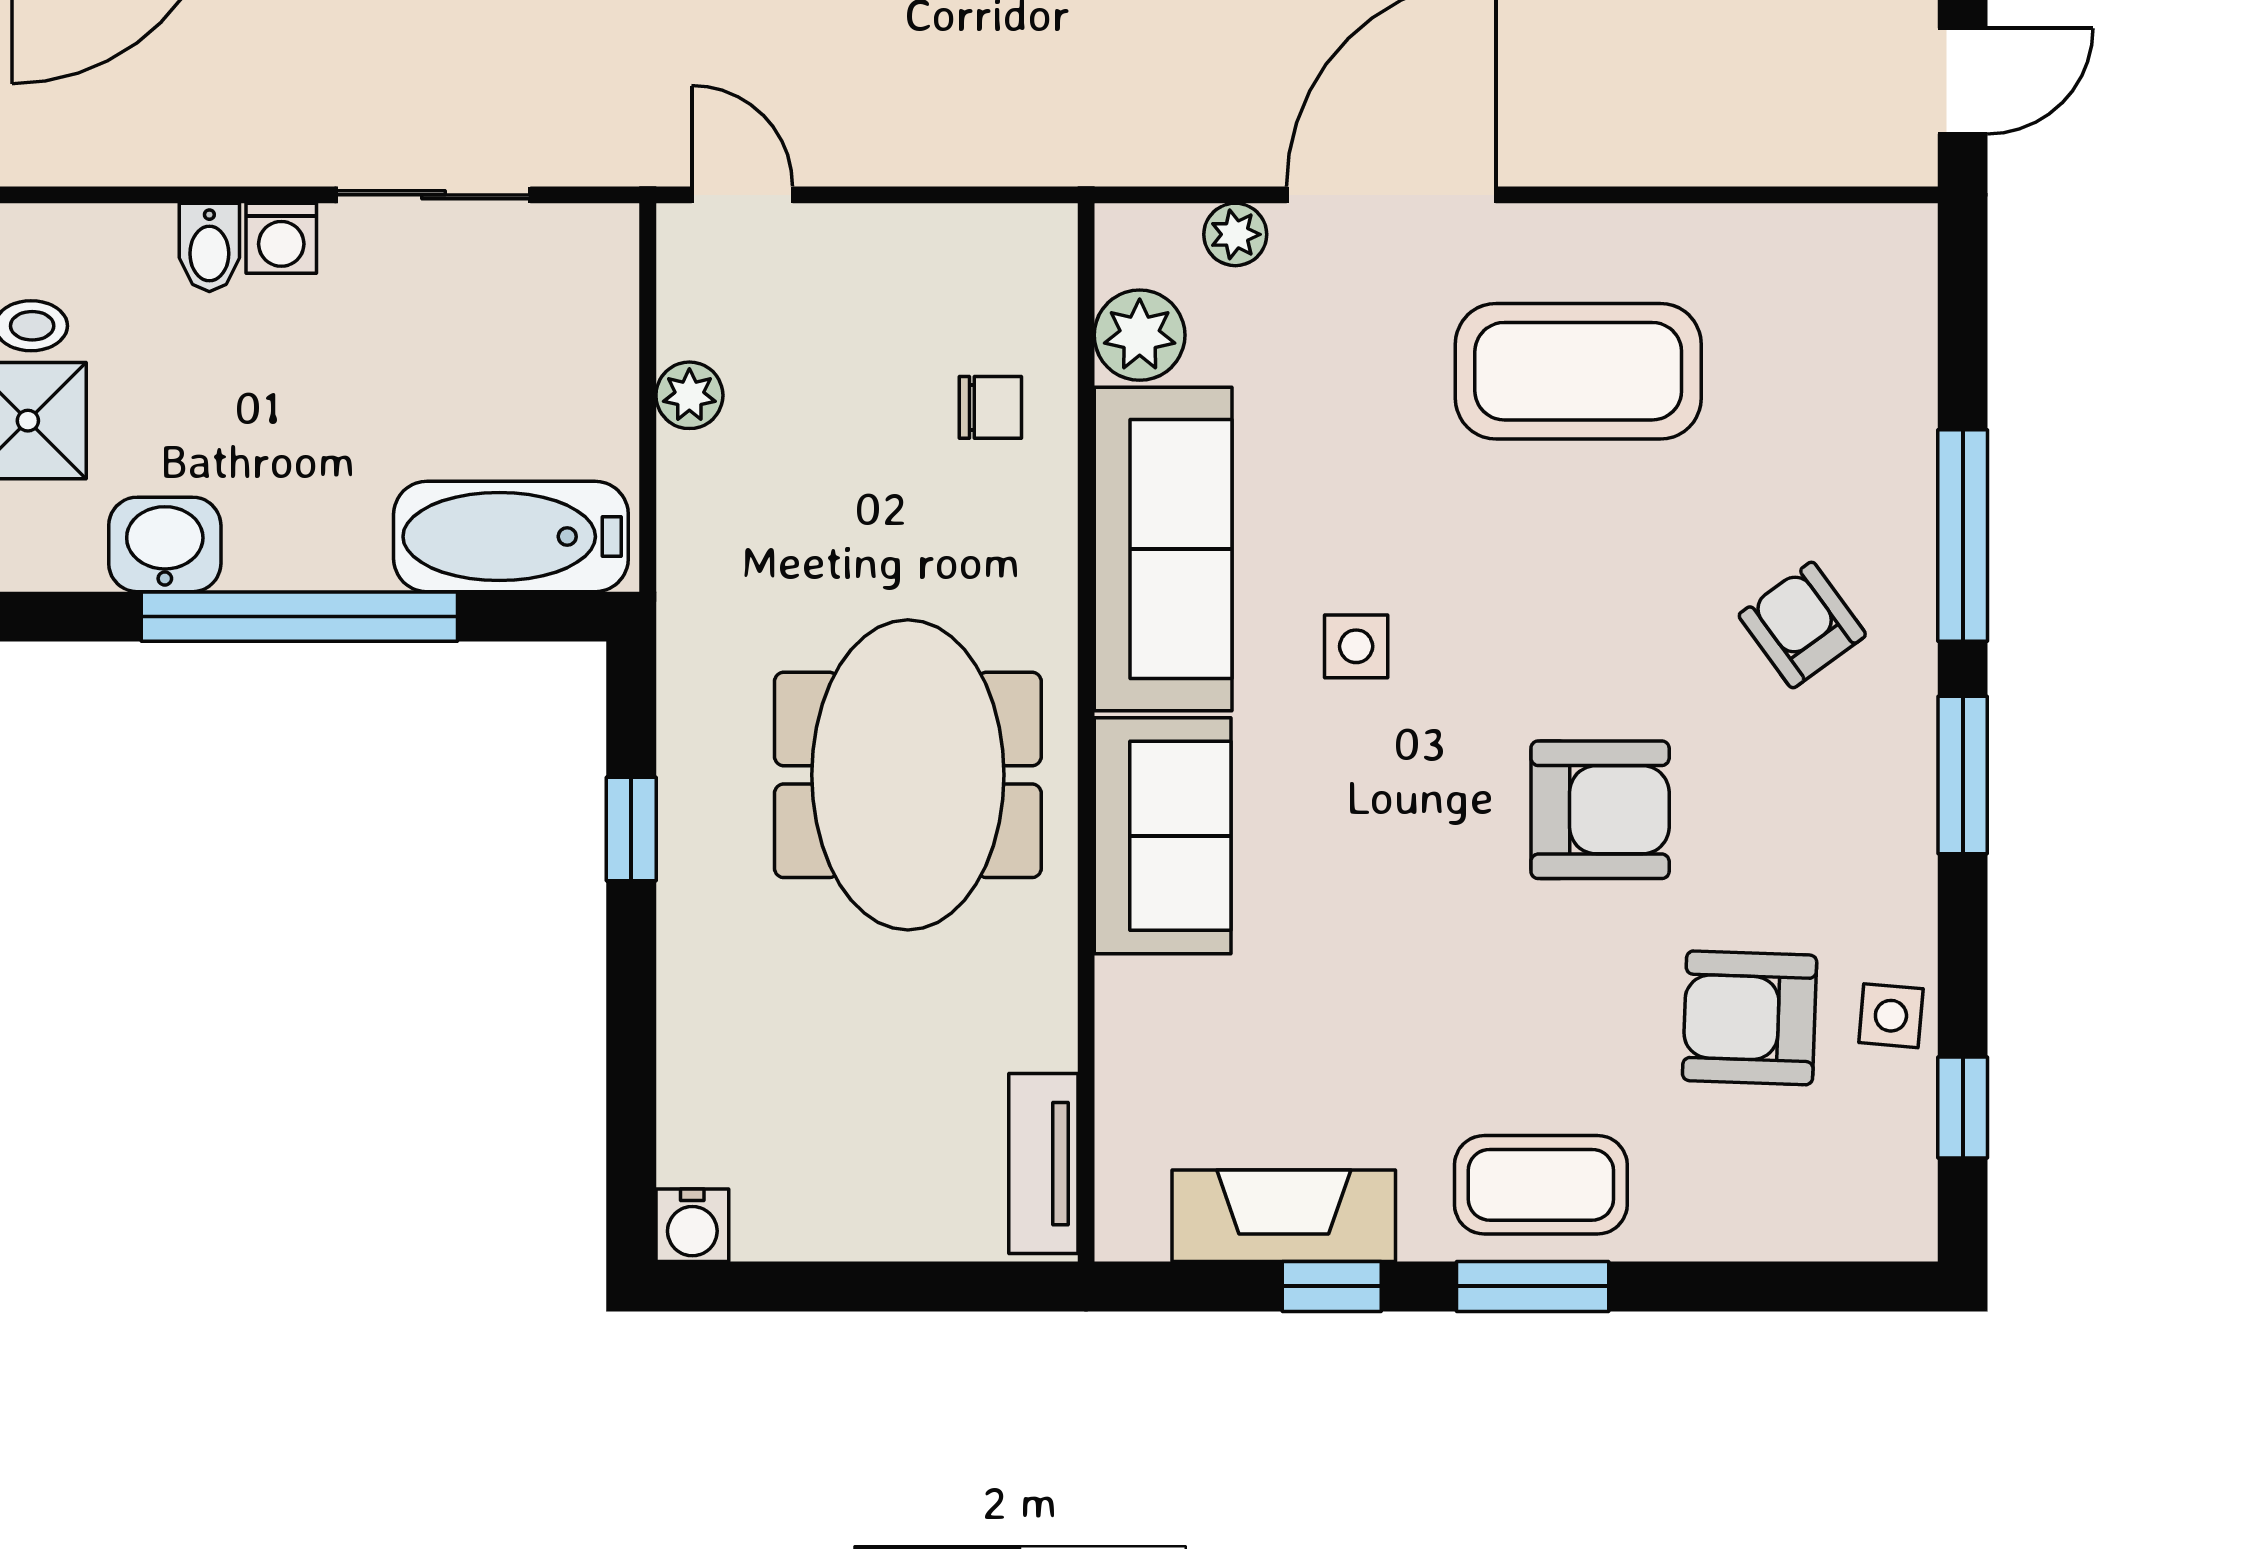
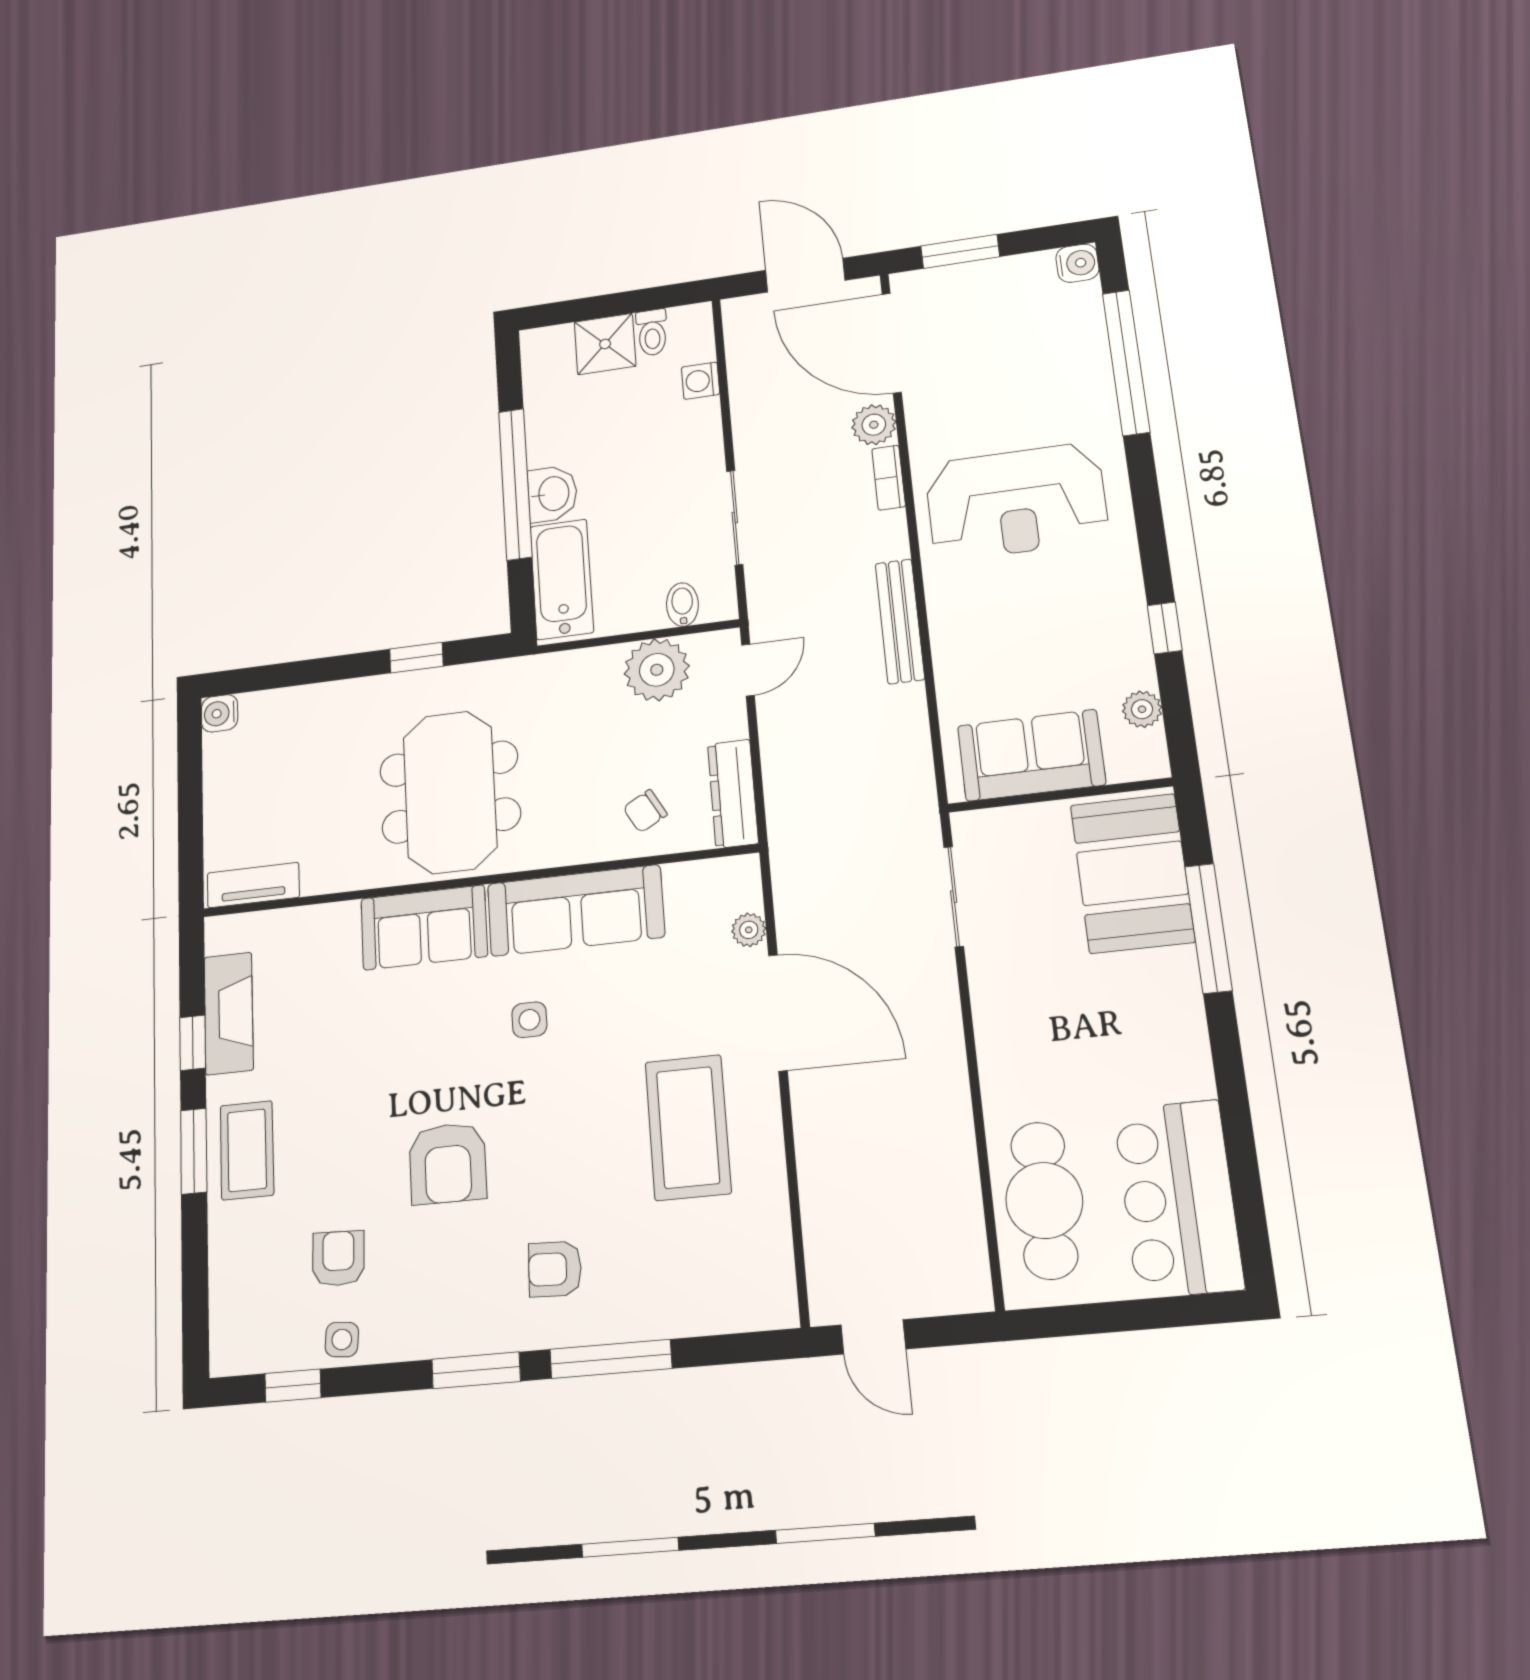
washing machine: (281, 238) -> (701, 381), moved
dresser: (977, 242) -> (733, 794), added
bidet: (209, 247) -> (682, 605), moved, turned 90
plant: (1140, 335) -> (690, 885), removed
plant: (689, 395) -> (657, 670), width x1.87, depth x1.87
chair: (990, 407) -> (645, 811), turned 61
washbasin: (165, 544) -> (552, 494), moved
armchair: (1802, 625) -> (555, 1269), turned -142
meeting table: (908, 775) -> (450, 792), turned 90
armchair: (1750, 1018) -> (338, 1258), width x0.72, depth x0.72

